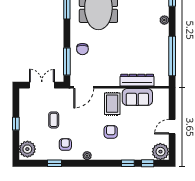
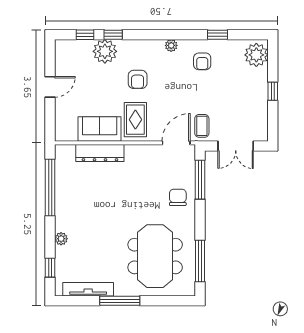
coffee table: (54, 120) -> (202, 126), moved
plant: (160, 152) -> (105, 51), moved

